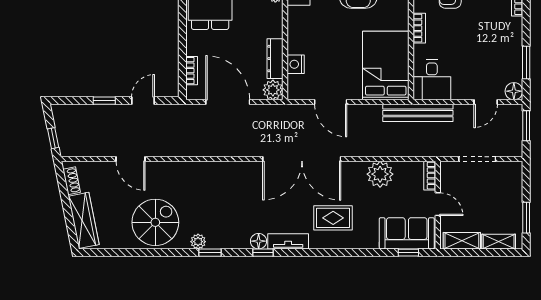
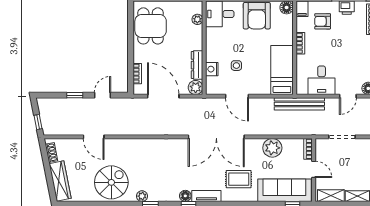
side table: (330, 59) -> (236, 66), added
bed: (386, 66) -> (282, 70), width x0.67
desk: (432, 80) -> (322, 80), moved
sofa: (407, 233) -> (284, 190), width x1.36

